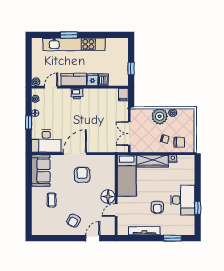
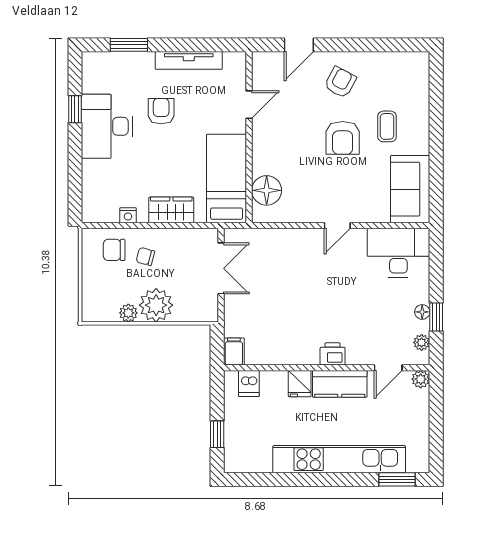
window: (69, 35) -> (397, 479), moved
window: (131, 68) -> (217, 434), moved
dishwasher: (103, 80) -> (249, 383), moved
window: (29, 122) -> (436, 317), moved
door: (75, 154) -> (337, 225), width x0.53
wardrobe: (153, 161) -> (171, 210), width x0.67
armchair: (82, 175) -> (343, 138), moved
floor lamp: (108, 197) -> (267, 190), moved

